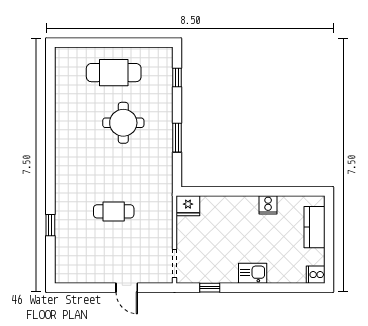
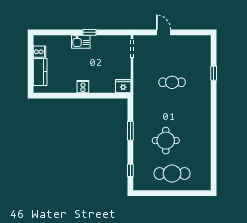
cooker: (268, 205) -> (83, 87), moved
cooker: (316, 275) -> (39, 52), moved
window: (210, 288) -> (89, 32), moved

